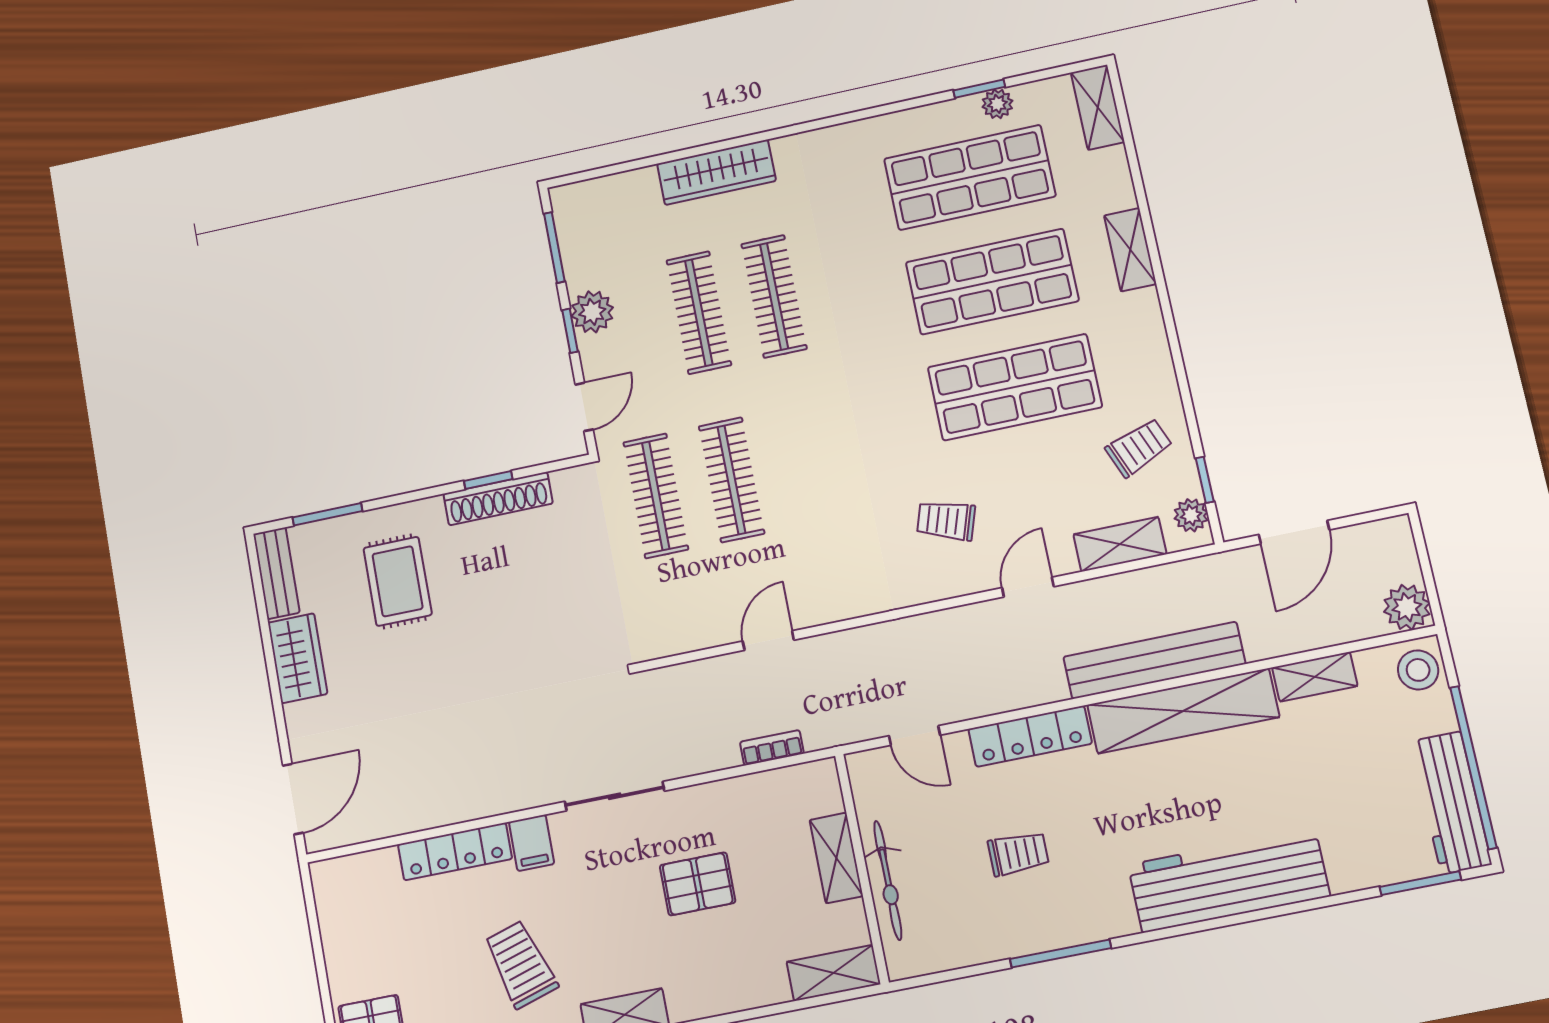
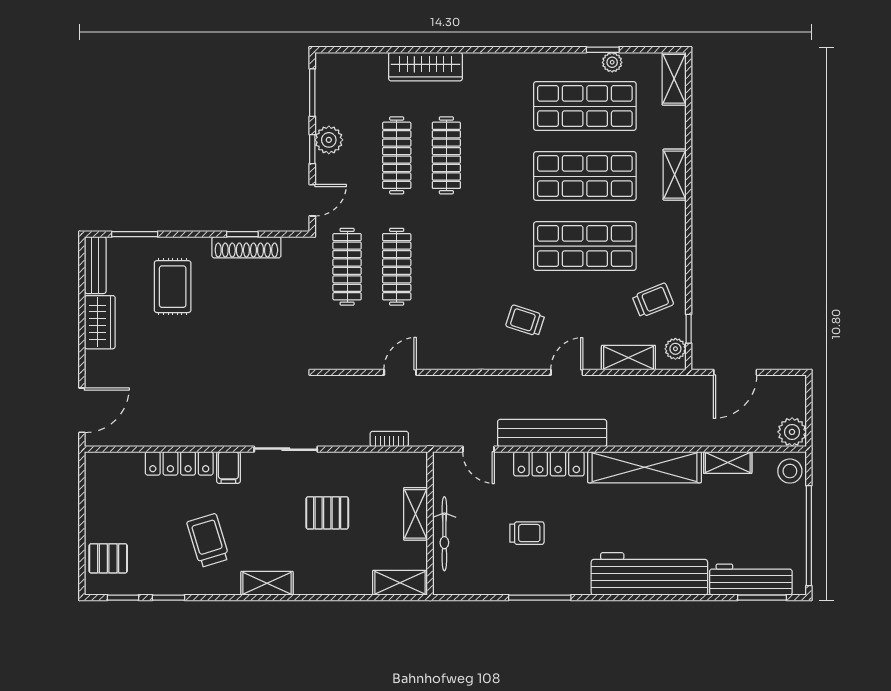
bench: (1154, 660) -> (552, 433), moved
workbench: (1451, 803) -> (751, 580), moved, turned 90

